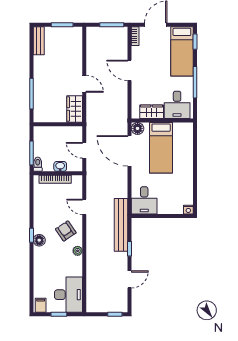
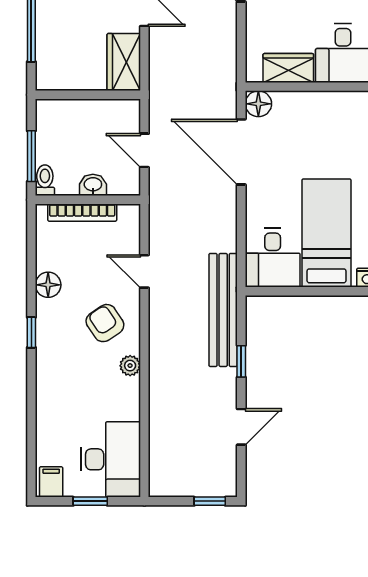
bed: (161, 148) -> (327, 233), moved, turned 180
floor lamp: (39, 240) -> (48, 285), moved

